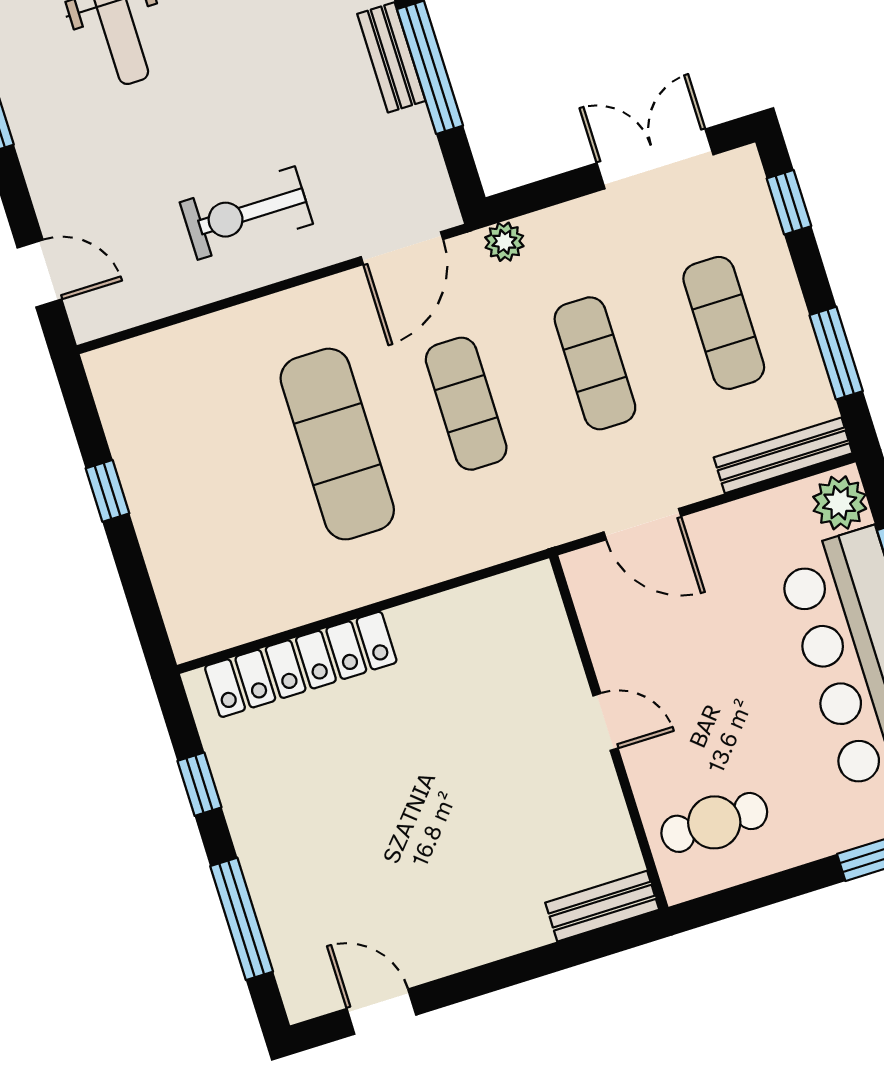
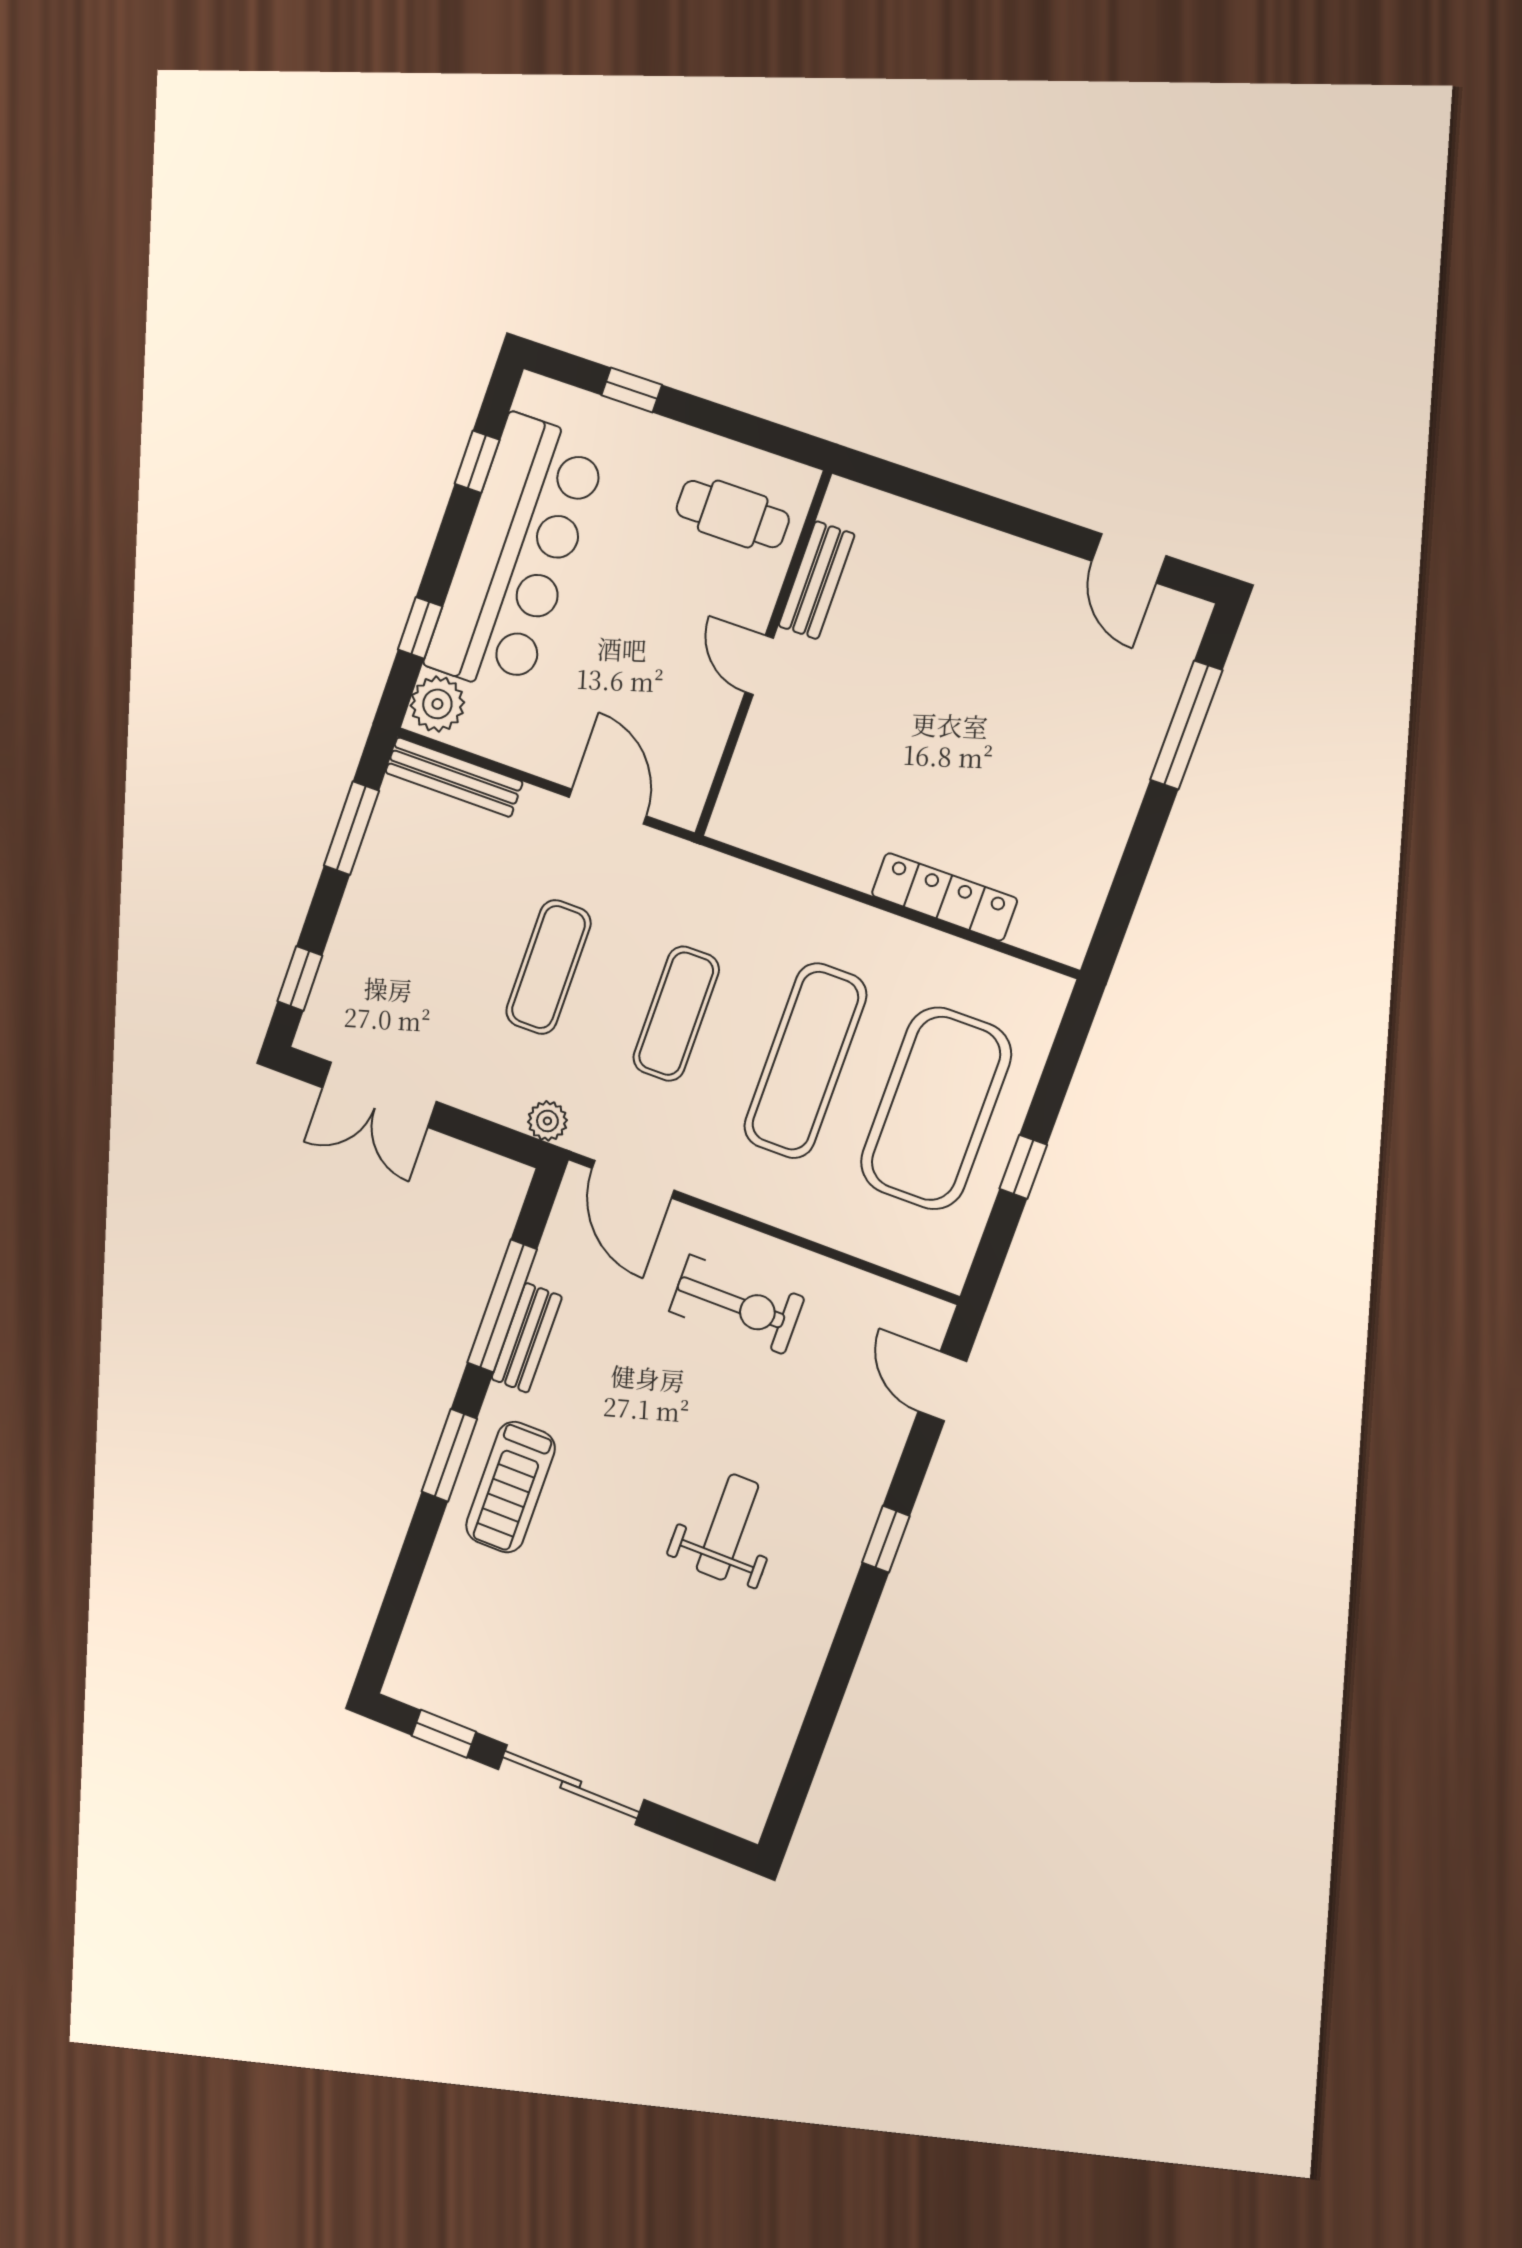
door: (402, 248) -> (633, 1179), swing flipped
exercise mat: (724, 323) -> (936, 1108), moved, width x2.00, depth x1.45
locker: (301, 664) -> (944, 897), width x0.71, depth x0.83
window: (199, 784) -> (1135, 865), removed
bench: (602, 906) -> (817, 580), moved, turned 90

